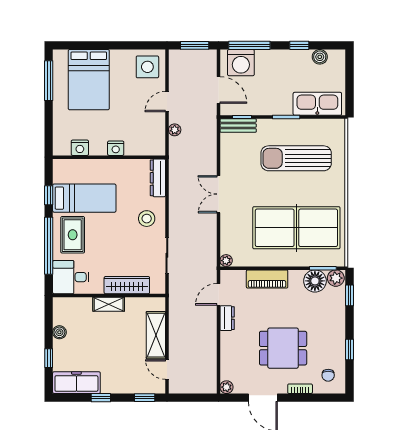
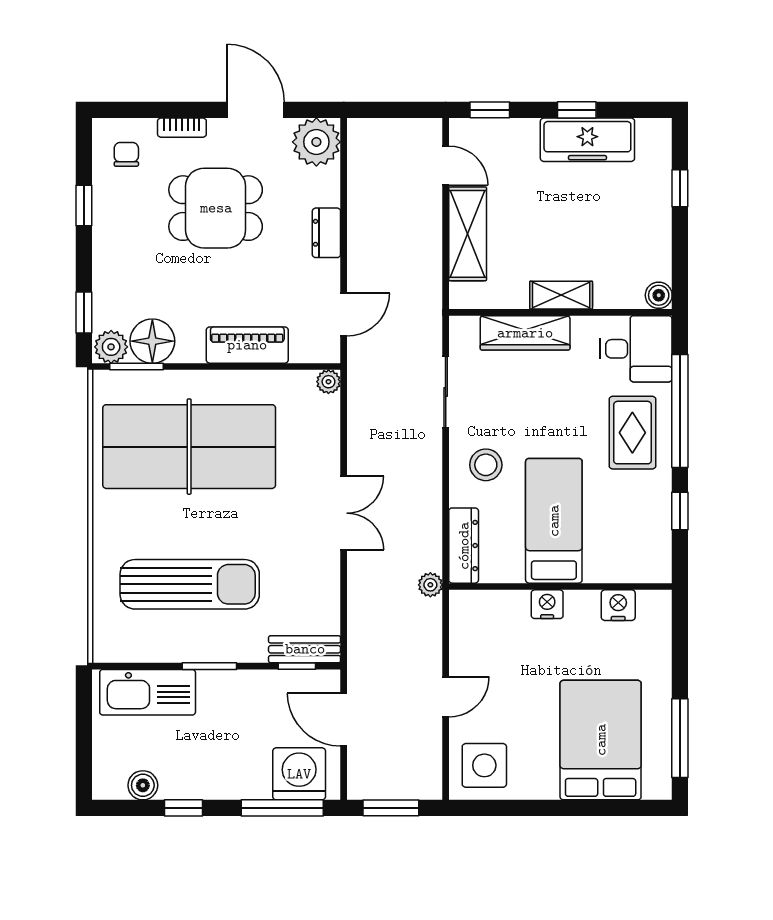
plant: (175, 130) -> (430, 585), moved
bed: (84, 198) -> (554, 521), moved, turned 90
dresser: (227, 318) -> (326, 233), moved
boiler: (59, 332) -> (659, 295), moved
freezer: (76, 383) -> (587, 140), moved
plant: (227, 387) -> (316, 142), width x1.87, depth x1.87

